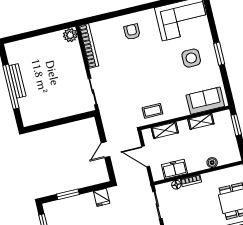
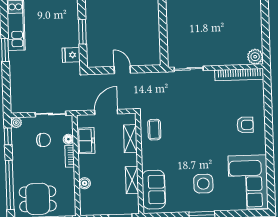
window: (68, 194) -> (82, 32), moved
chair: (181, 207) -> (43, 140), added

